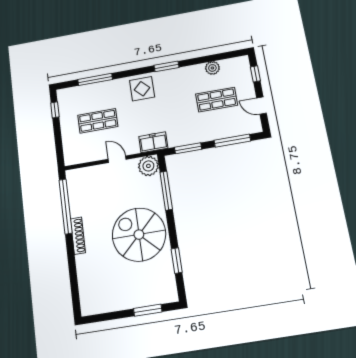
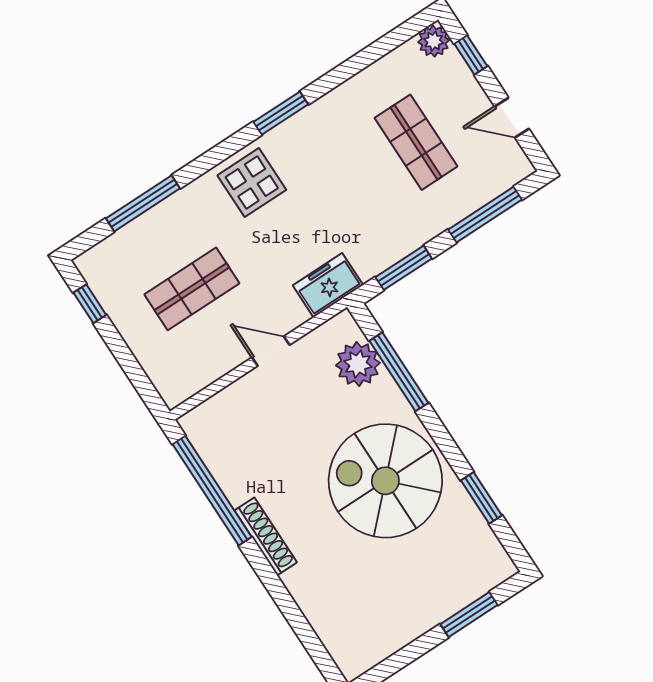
plant: (212, 68) -> (434, 41), moved
shop shelf: (217, 100) -> (416, 142), turned 90
plant: (148, 166) -> (358, 364), moved

